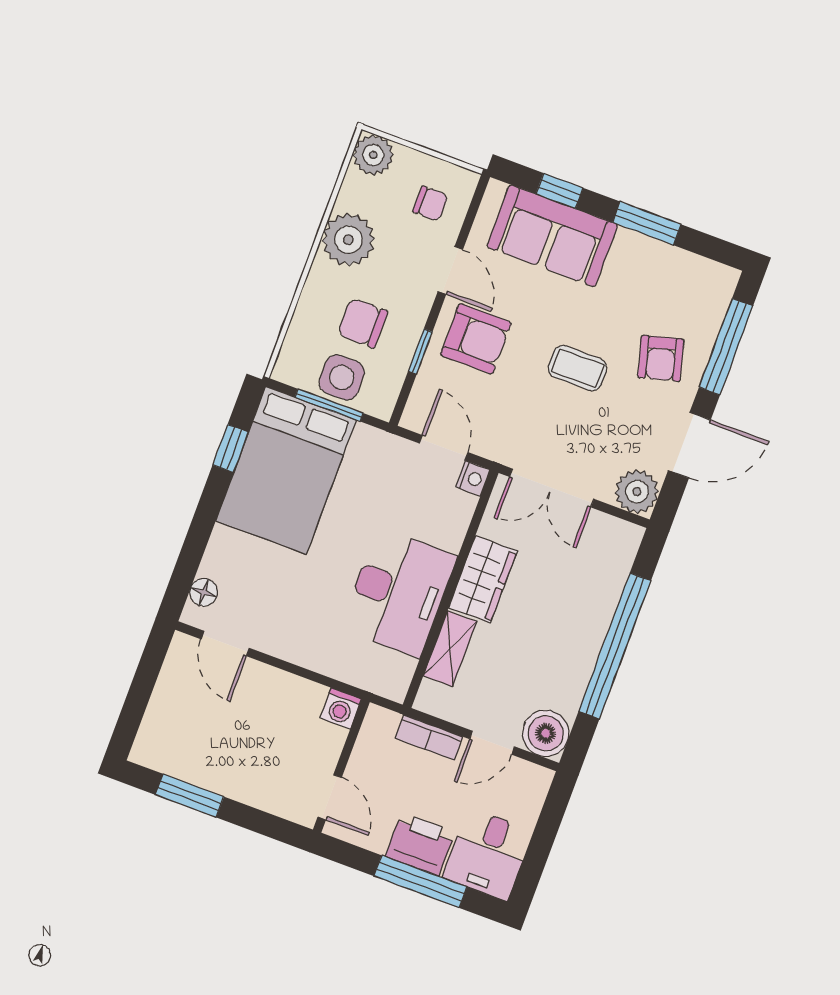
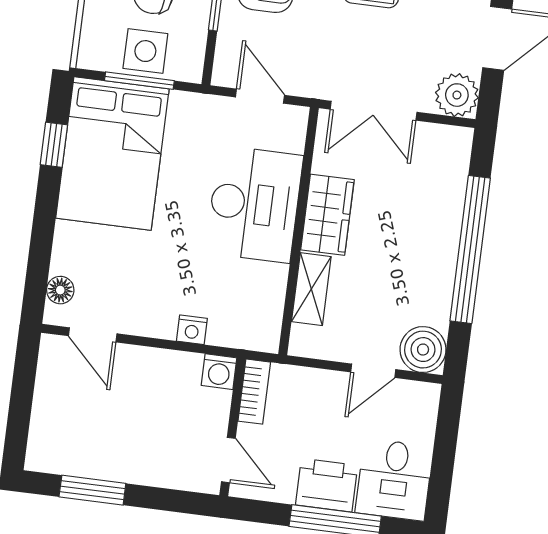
nightstand: (473, 478) -> (192, 330), moved, turned 90
desk: (399, 592) -> (254, 204), moved
bookcase: (429, 737) -> (254, 392), moved, turned -90

